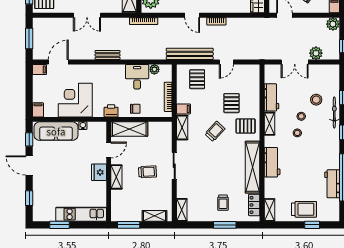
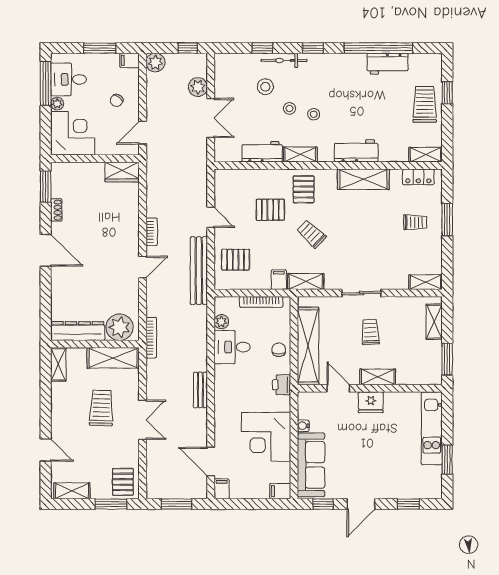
shelving: (129, 129) -> (308, 346), width x1.47
shelving: (253, 167) -> (363, 179), width x0.68

